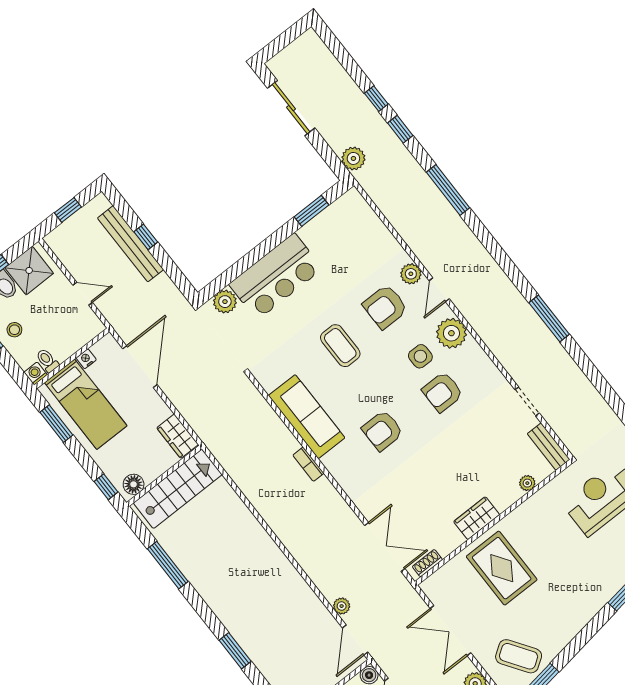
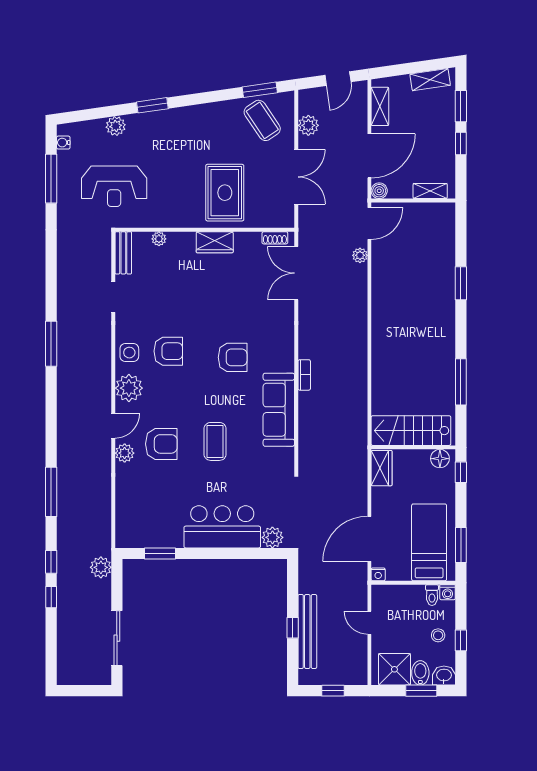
side table: (420, 356) -> (129, 353), moved
nightstand: (86, 359) -> (378, 574), moved

